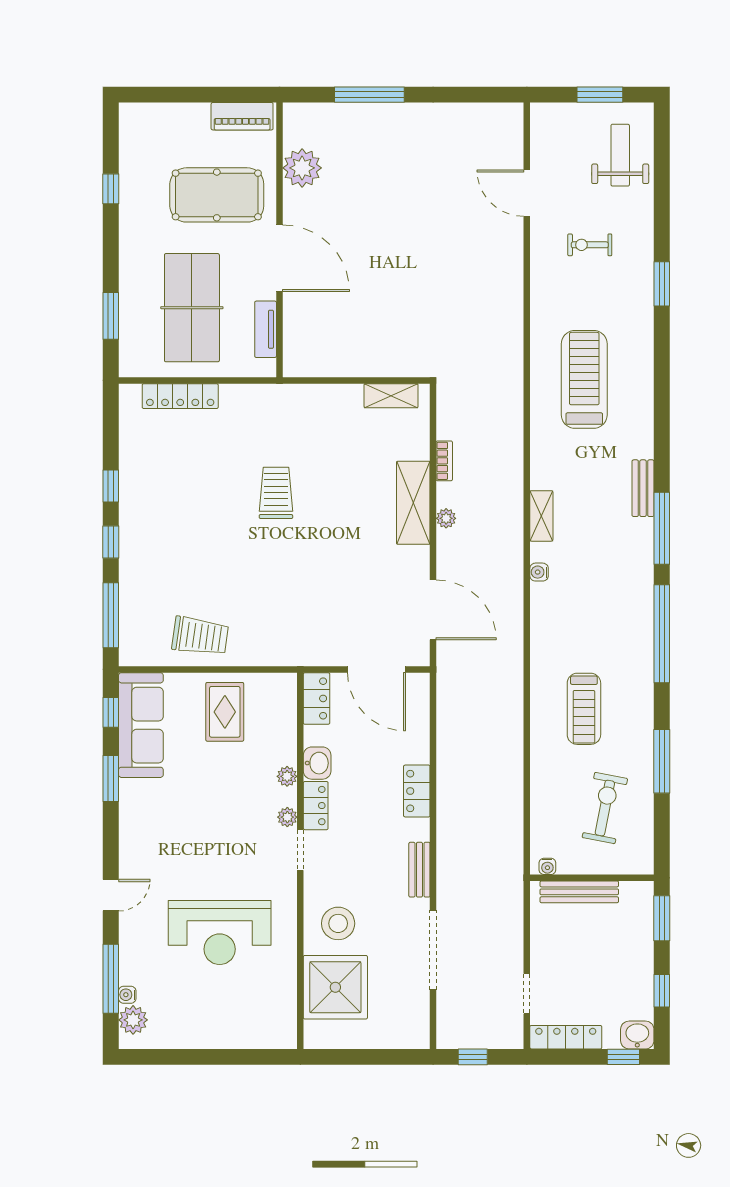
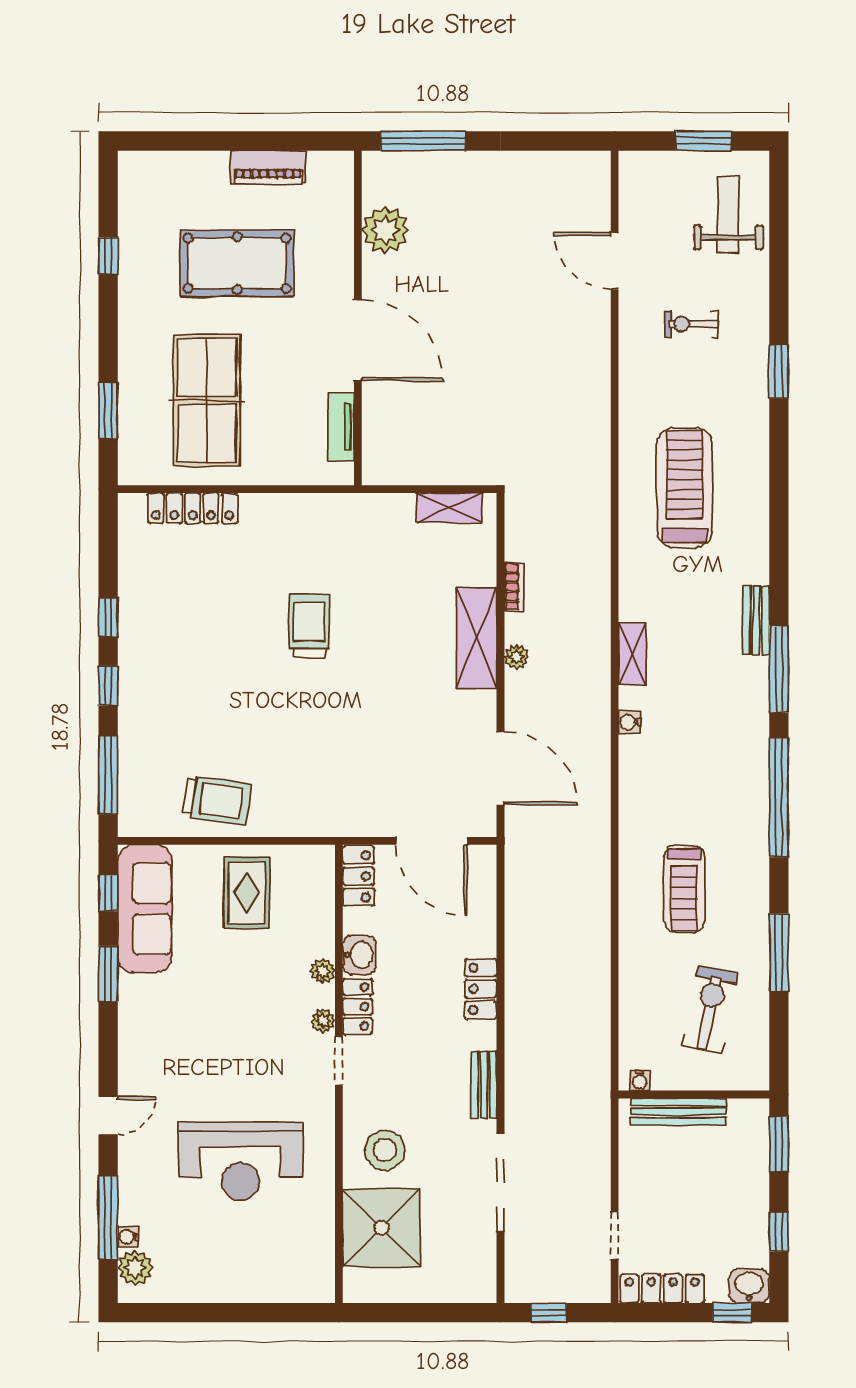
plant: (302, 168) -> (385, 230), moved
wall: (279, 240) -> (358, 318), moved
door: (279, 258) -> (358, 340), moved
tv unit: (266, 329) -> (341, 427), moved

